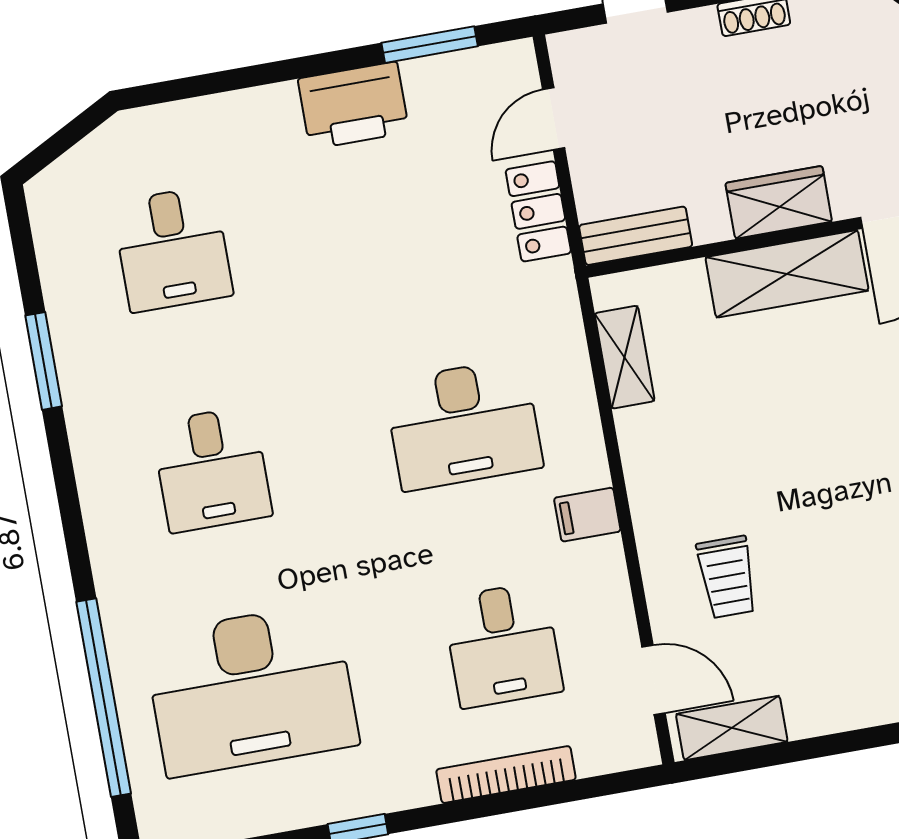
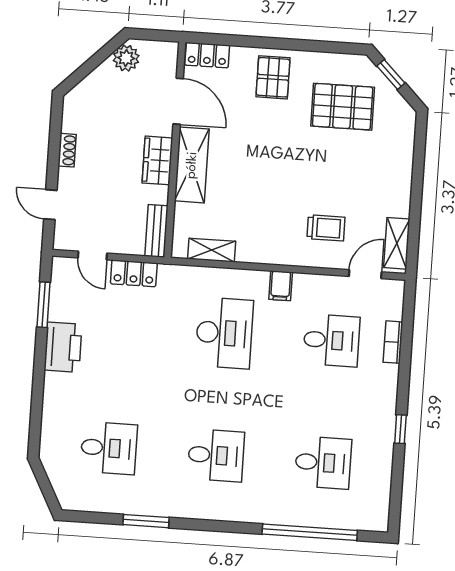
desk: (251, 690) -> (323, 463), width x0.53, depth x0.77
bookcase: (506, 775) -> (393, 342), width x0.64

